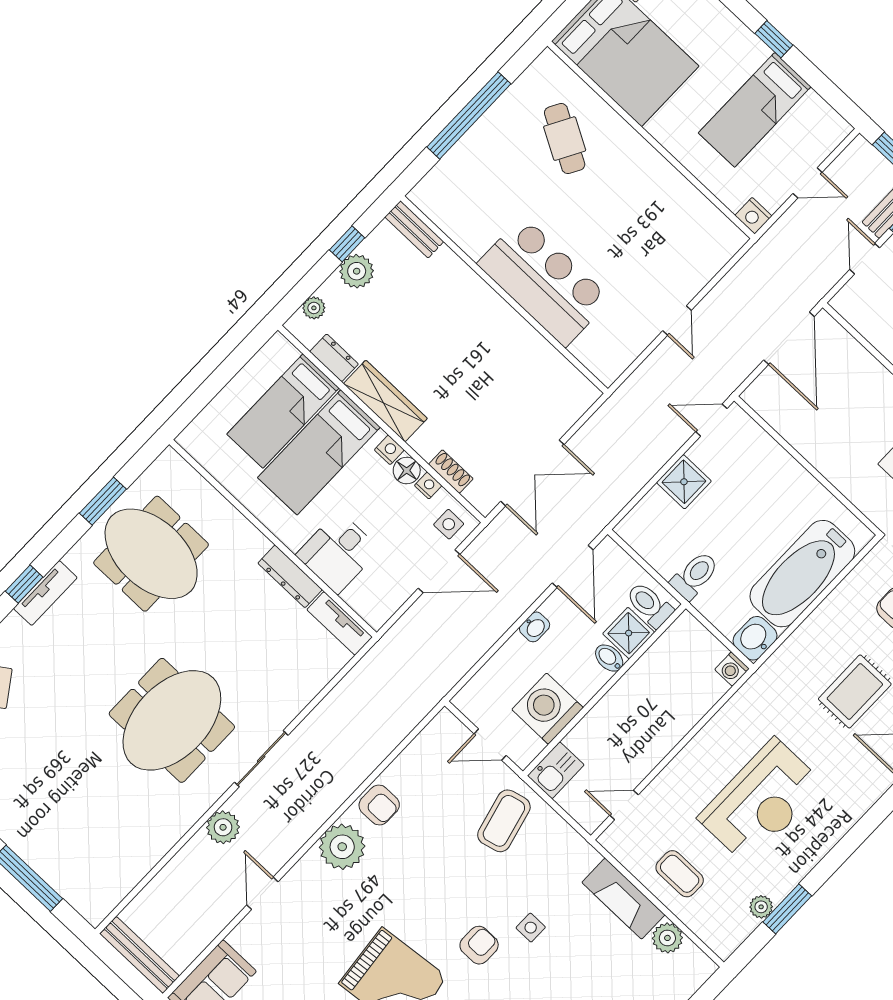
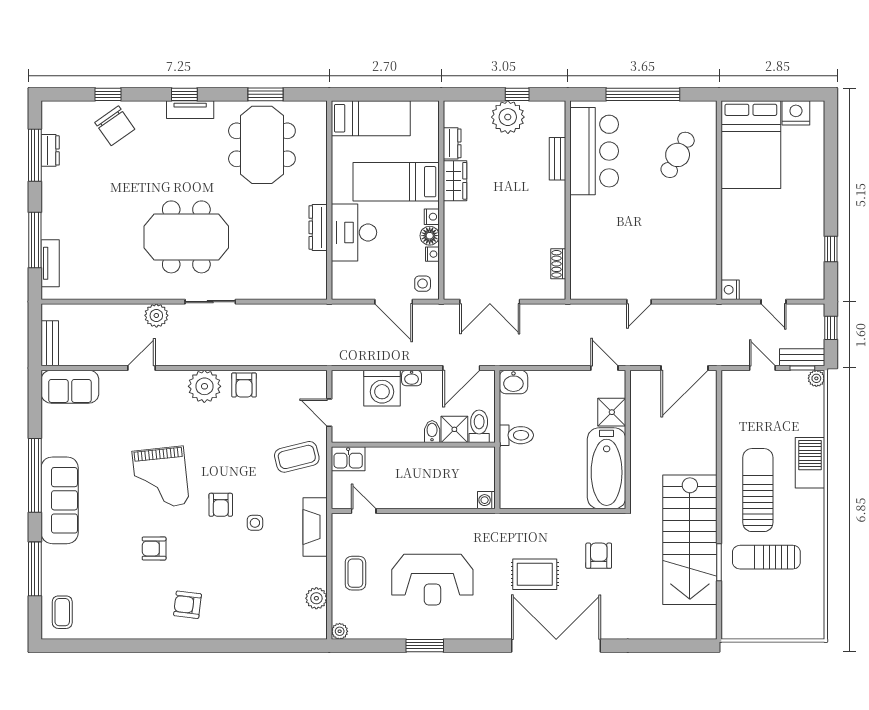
window: (774, 39) -> (831, 249), moved
bed: (755, 110) -> (785, 239), removed
bench: (414, 229) -> (557, 159), moved
door: (865, 259) -> (762, 368), hinge flipped
plant: (357, 271) -> (508, 117), width x1.36, depth x1.36
bar counter: (544, 281) -> (594, 151), moved
plant: (314, 308) -> (468, 109), removed
wardrobe: (385, 401) -> (455, 181), width x0.67
bed: (283, 411) -> (371, 118), moved, turned 180
shoe rack: (451, 472) -> (558, 264), moved, turned 180
shower: (684, 482) -> (612, 412), moved
desk: (338, 552) -> (354, 232), width x1.37
bathtub: (802, 574) -> (607, 468), moved, turned -90
tv unit: (340, 623) -> (50, 263), moved, turned 180
washbasin: (755, 638) -> (513, 382), moved, turned 180
washing machine: (547, 709) -> (382, 388), moved, turned 180
fireplace: (623, 899) -> (315, 527), moved
plant: (761, 907) -> (340, 631), moved
window: (787, 909) -> (425, 646), moved
armchair: (479, 945) -> (221, 505), turned 90
bench: (140, 955) -> (50, 343), width x0.73

